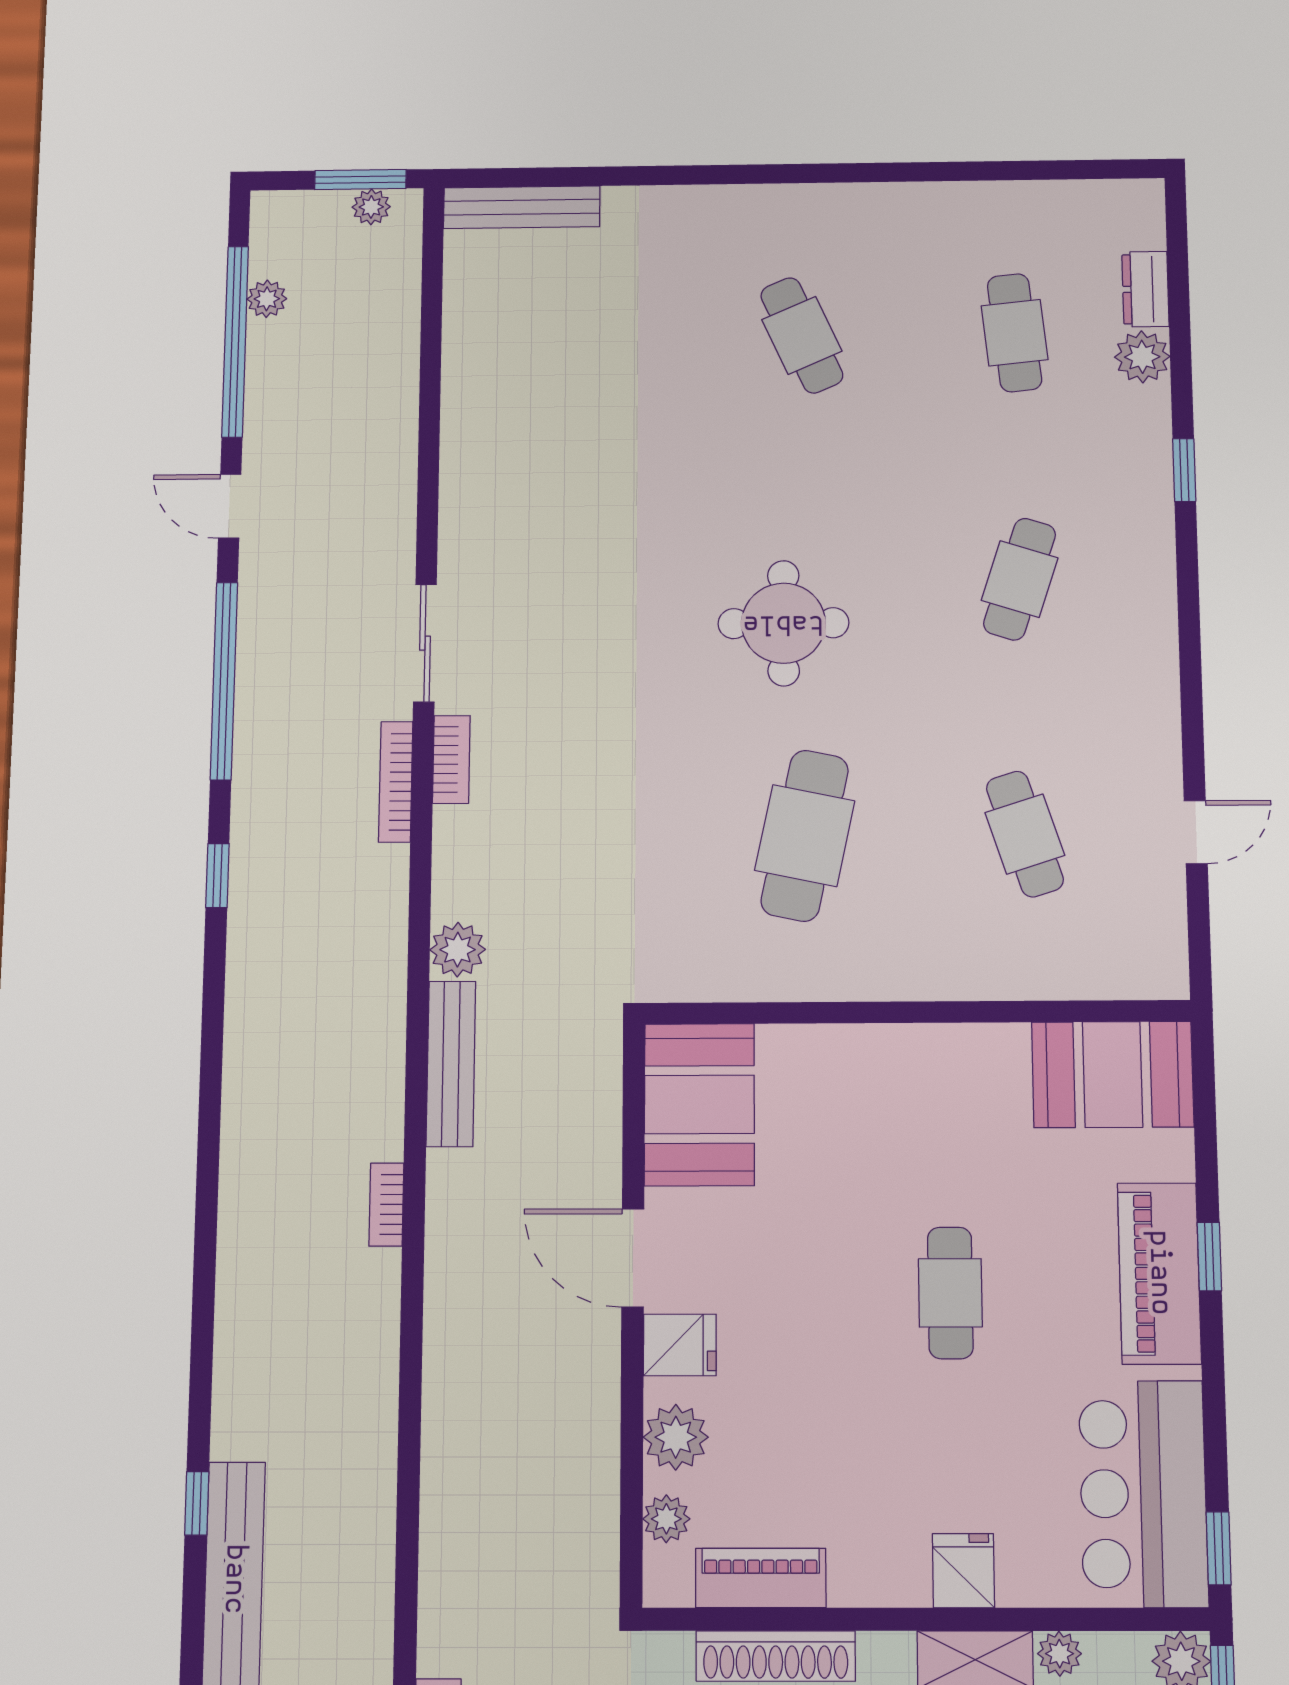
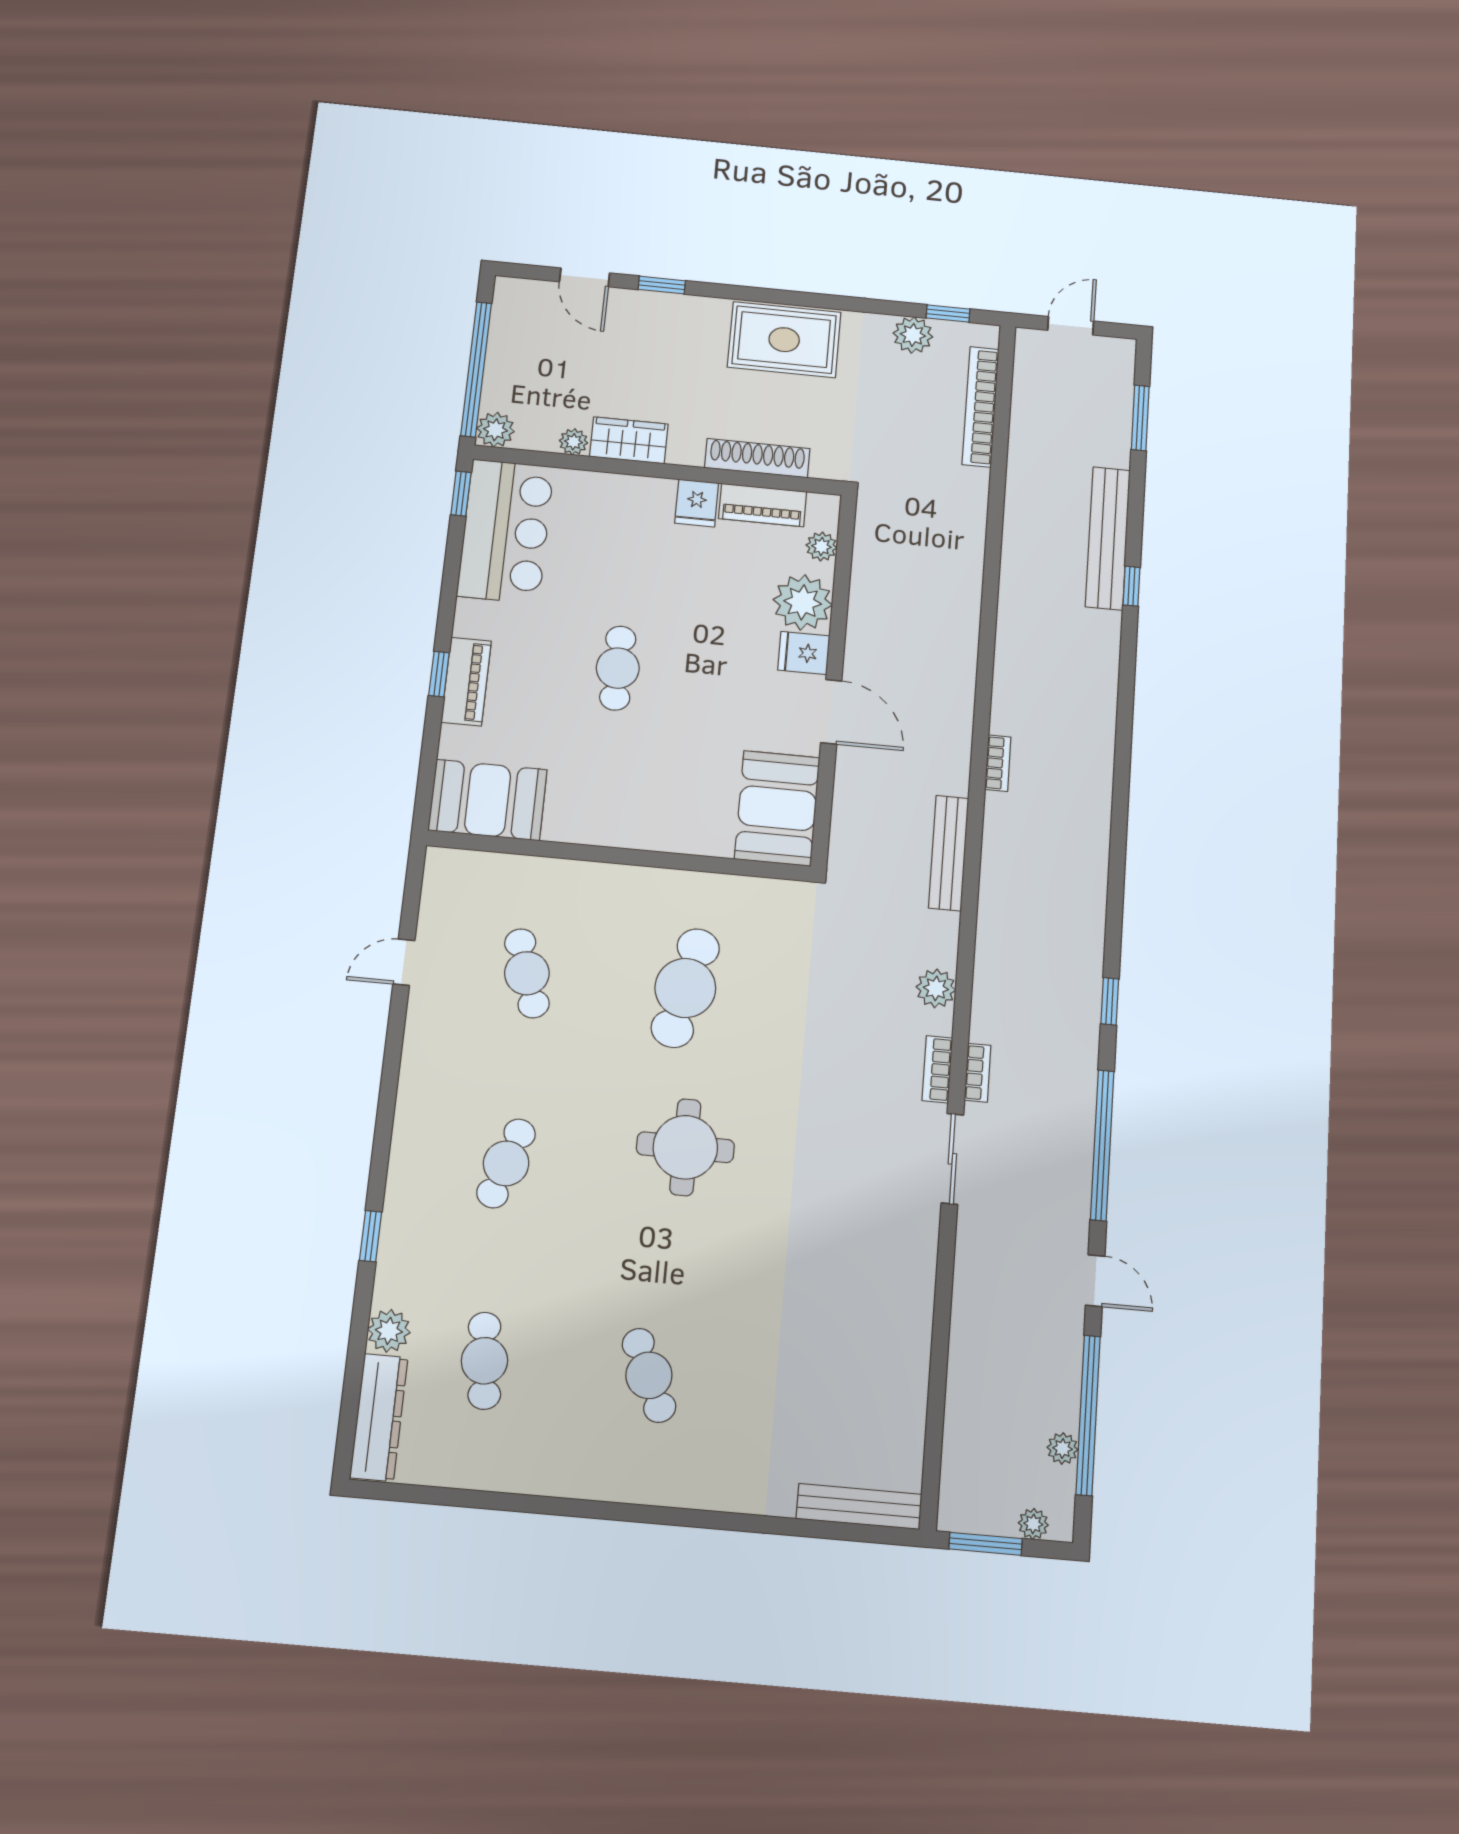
plant: (371, 207) -> (1033, 1524), moved
dresser: (1145, 289) -> (379, 1417), width x1.96, depth x1.24
bookcase: (396, 782) -> (978, 1073), width x0.64
plant: (458, 950) -> (936, 988), moved
piano: (1159, 1273) -> (466, 682), width x0.73, depth x0.75
plant: (676, 1437) -> (803, 602), width x1.36, depth x1.36
fridge: (963, 1571) -> (697, 503), moved

